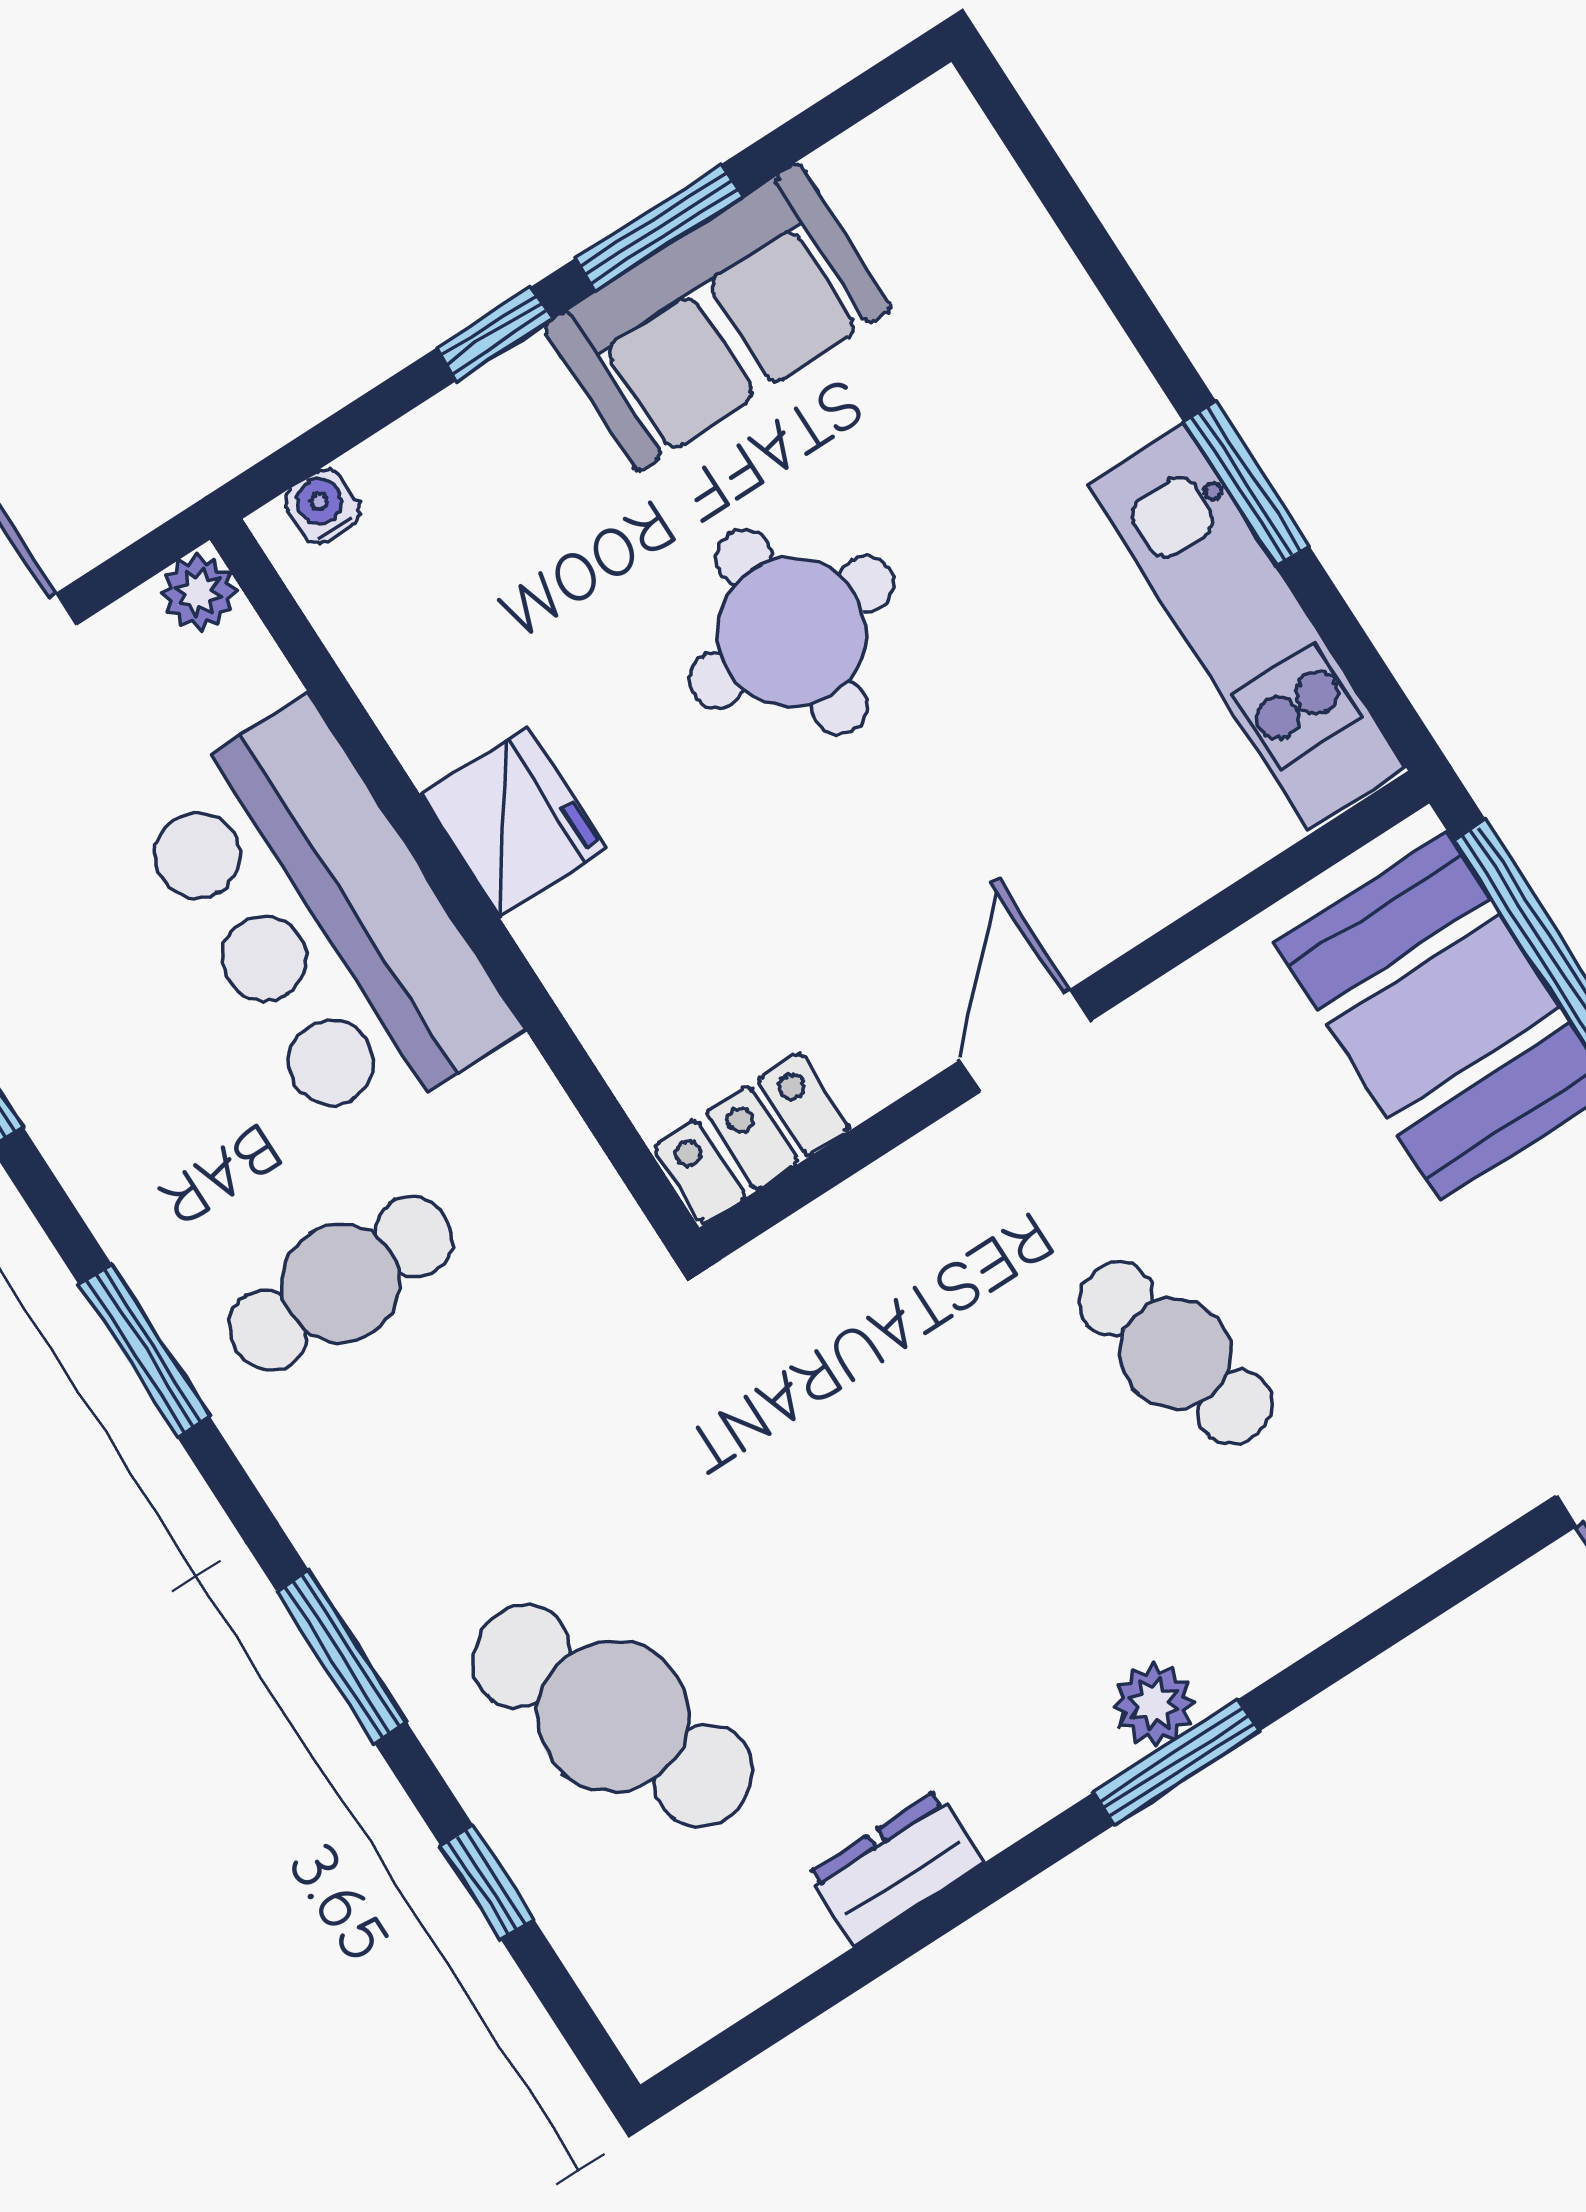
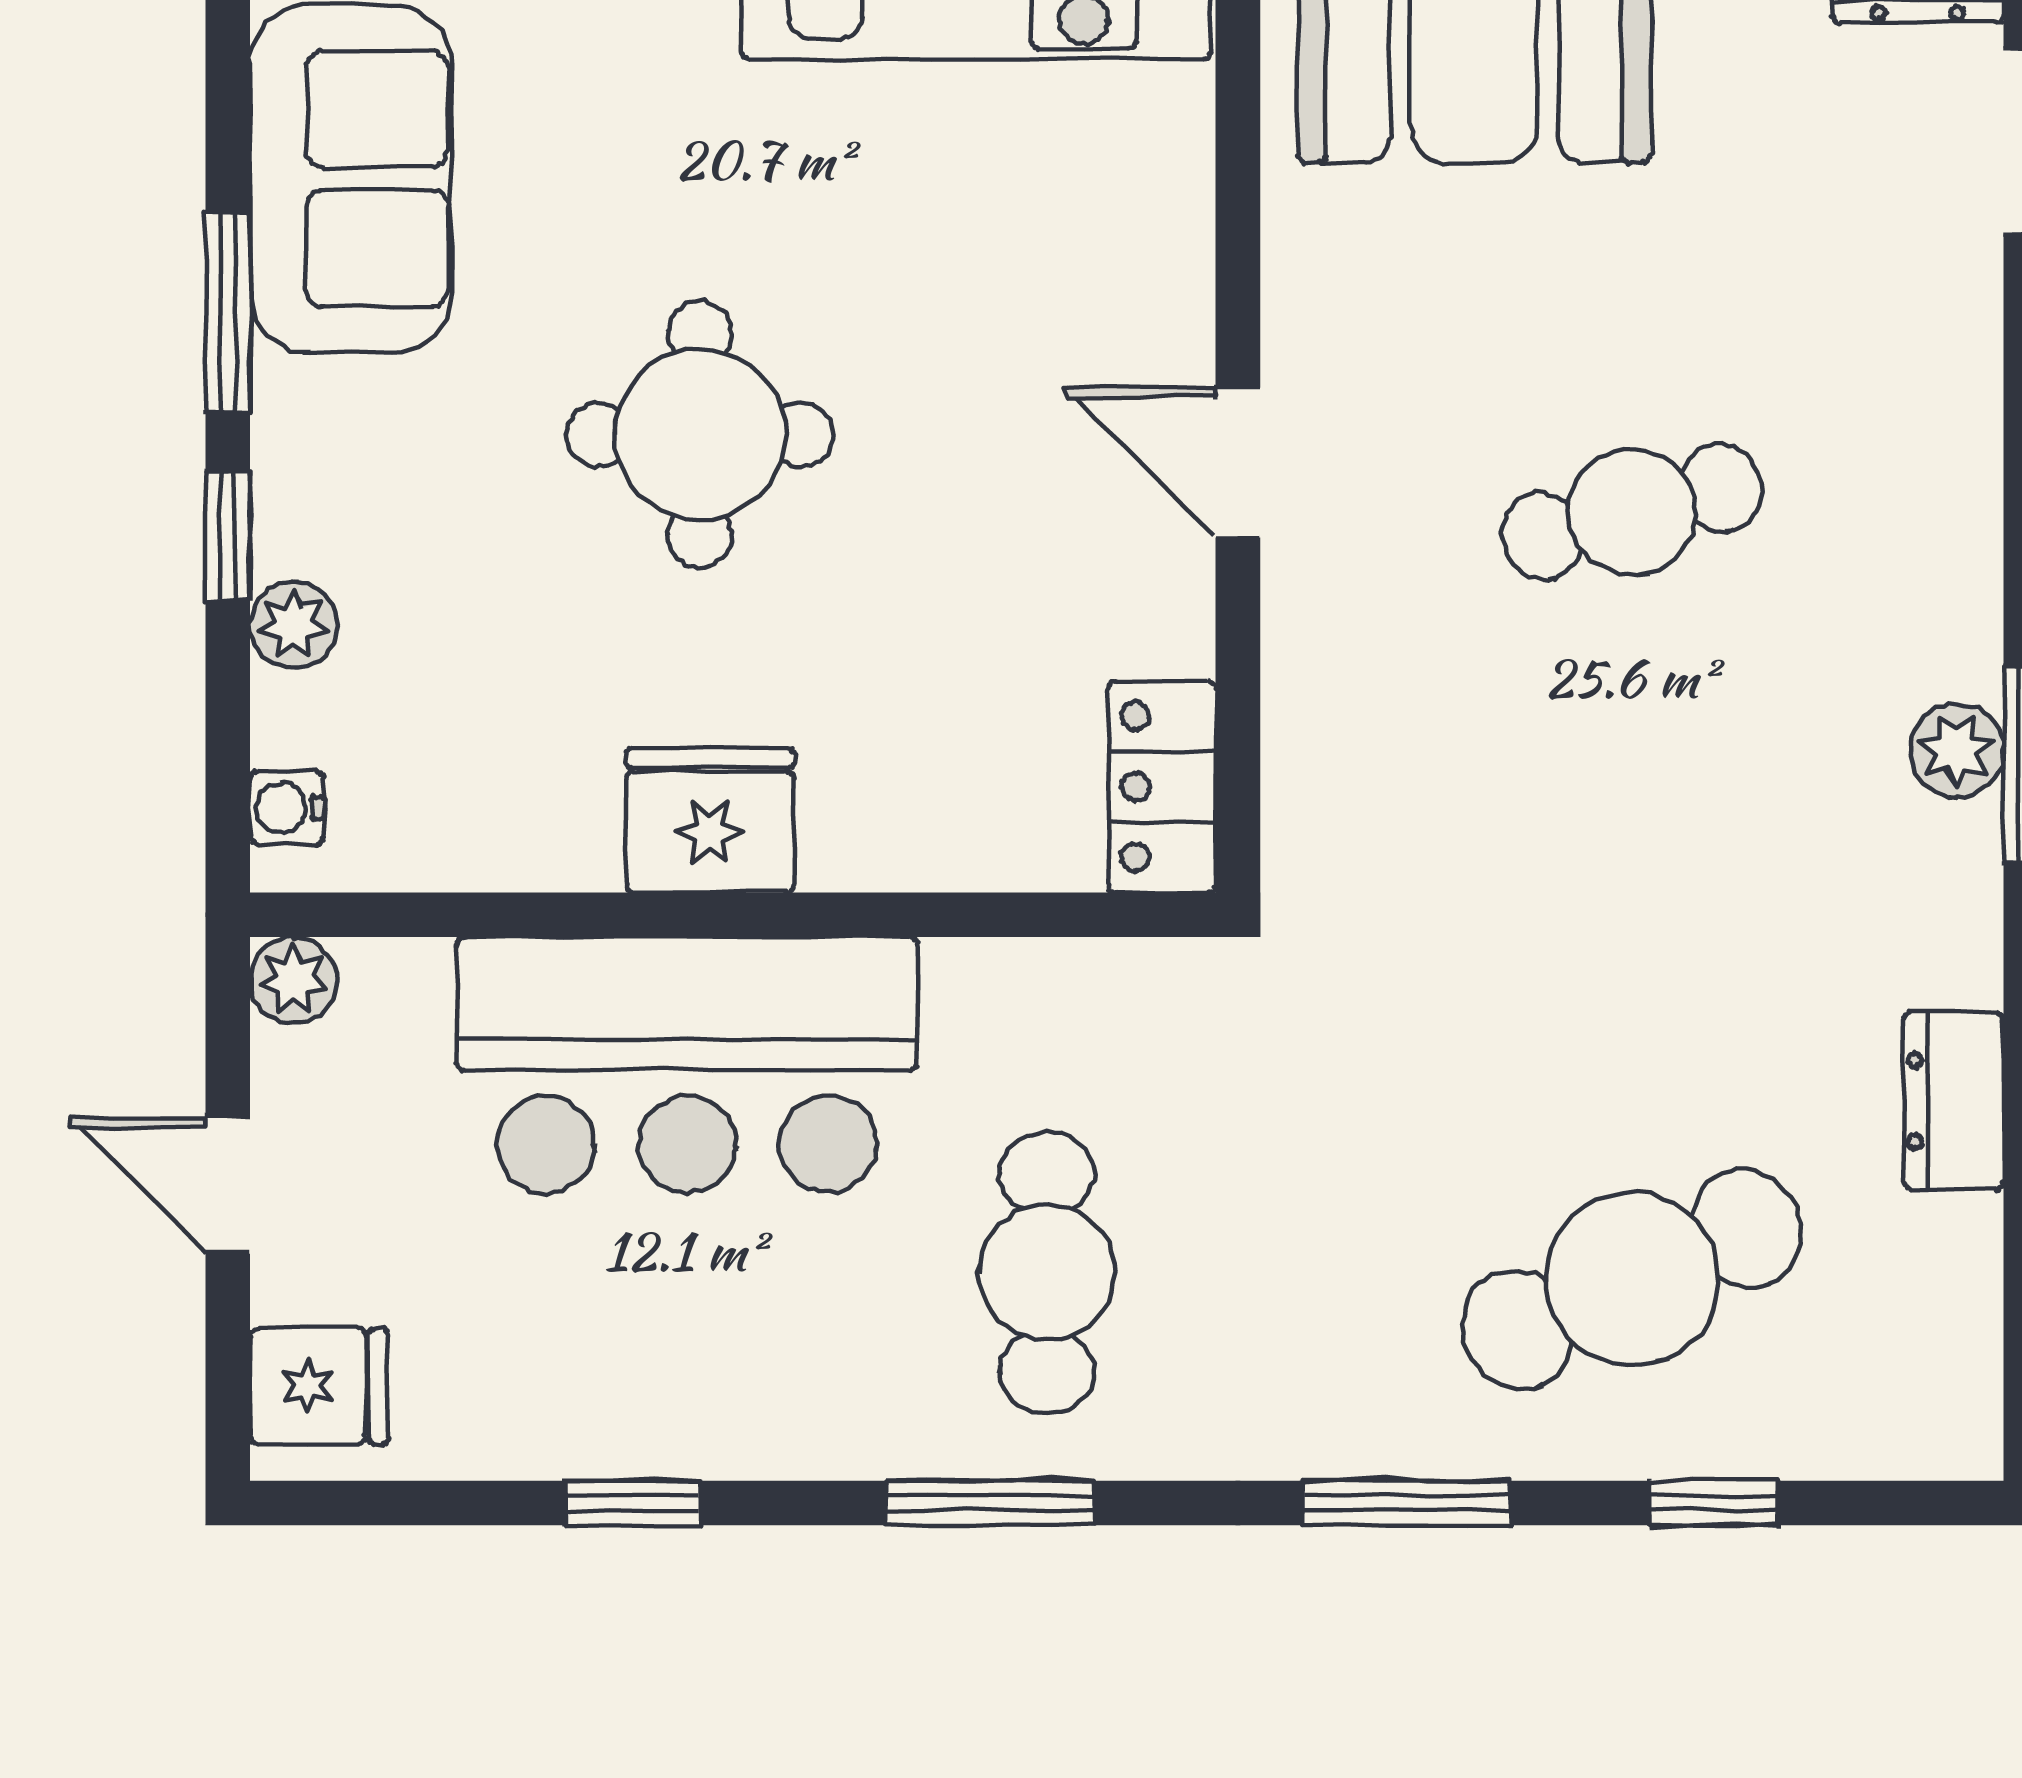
sofa: (718, 317) -> (351, 179), moved
plant: (460, 424) -> (294, 625), added

